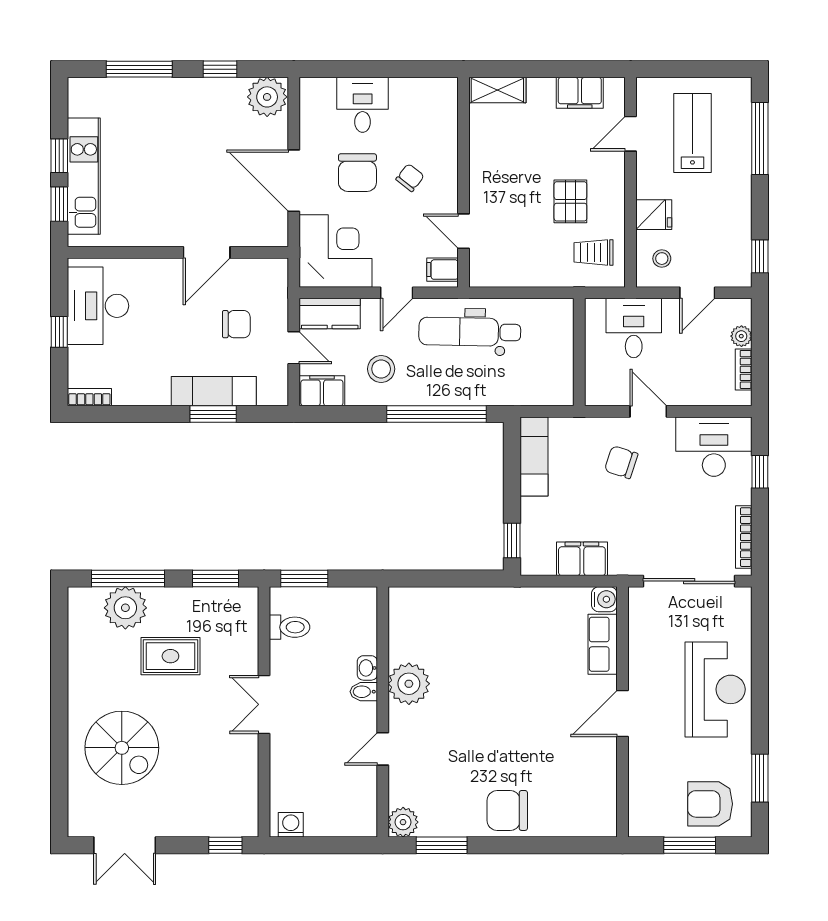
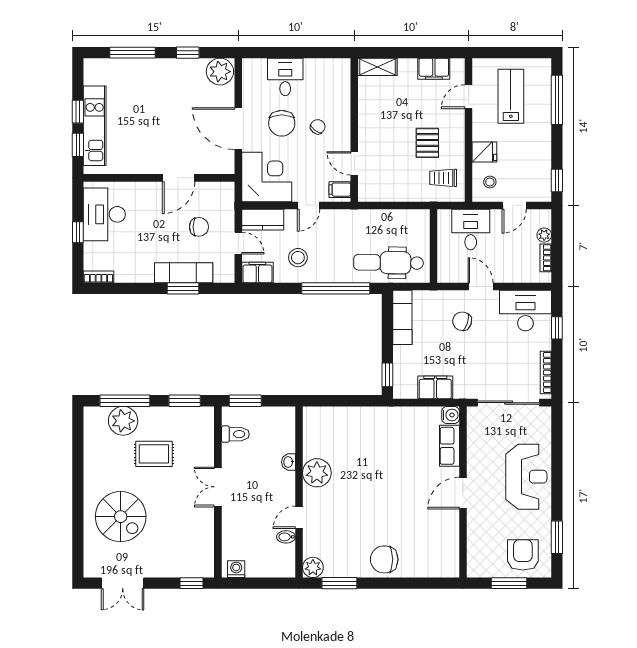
dental chair: (470, 332) -> (388, 263), moved
bidet: (364, 692) -> (286, 537), moved
armchair: (710, 804) -> (523, 555), turned 90

